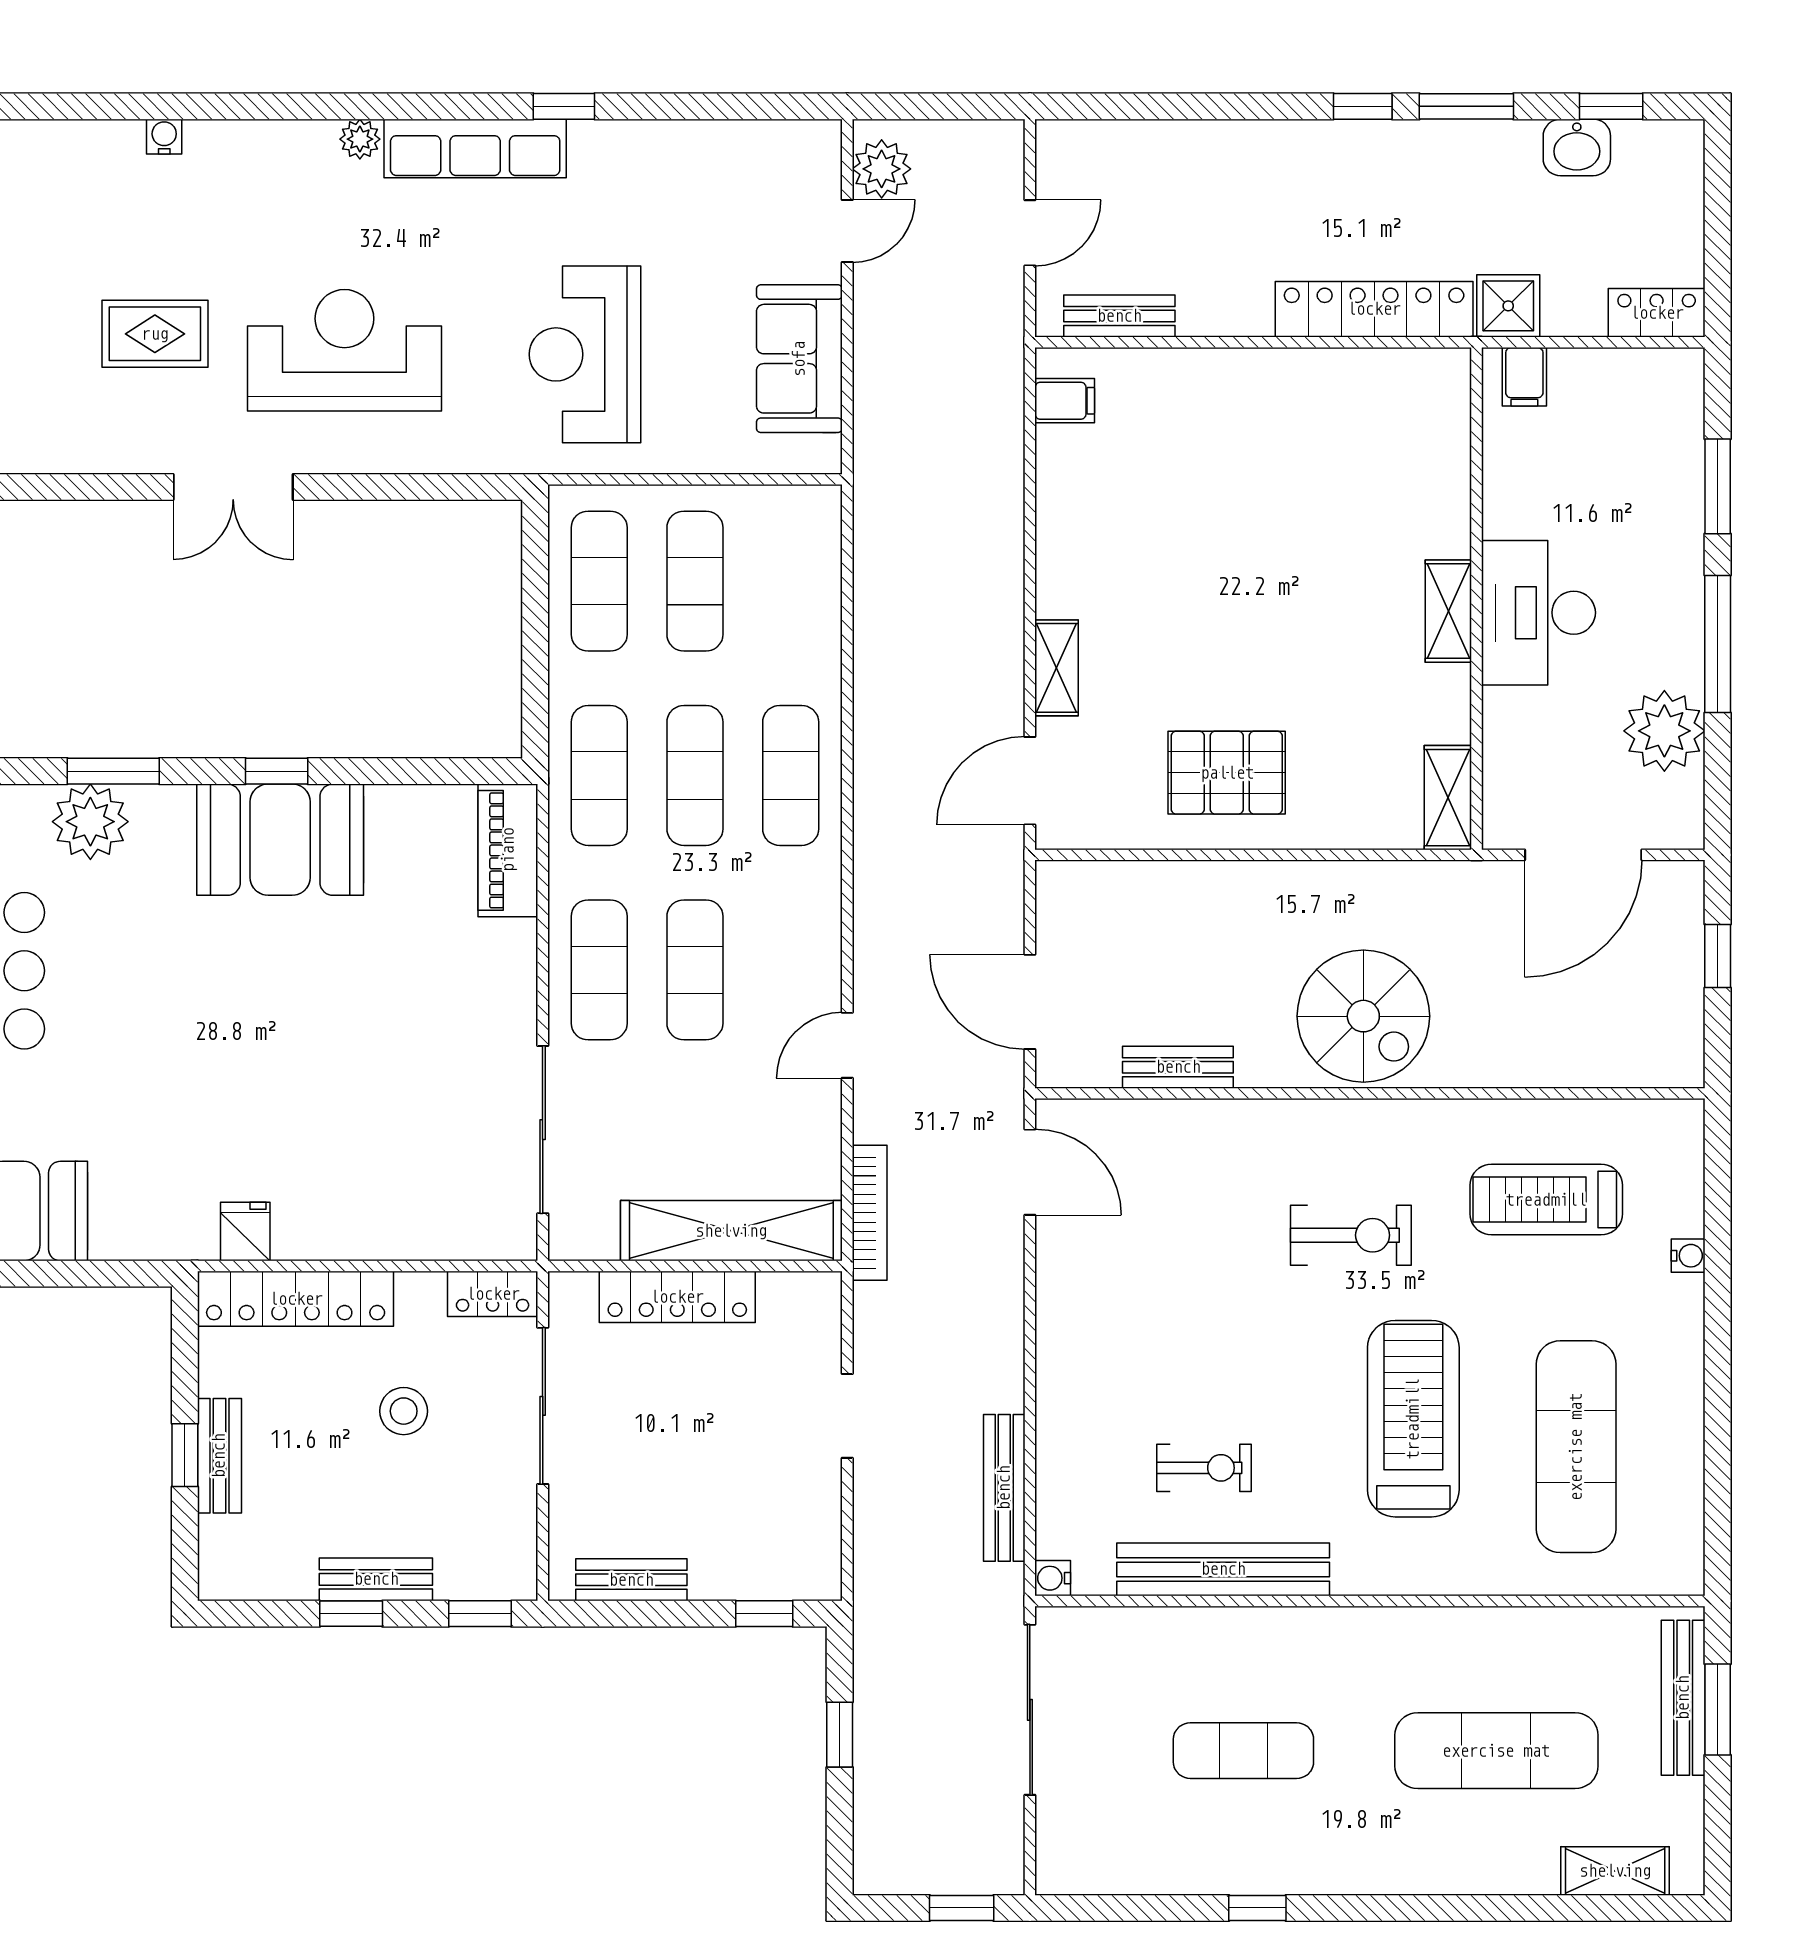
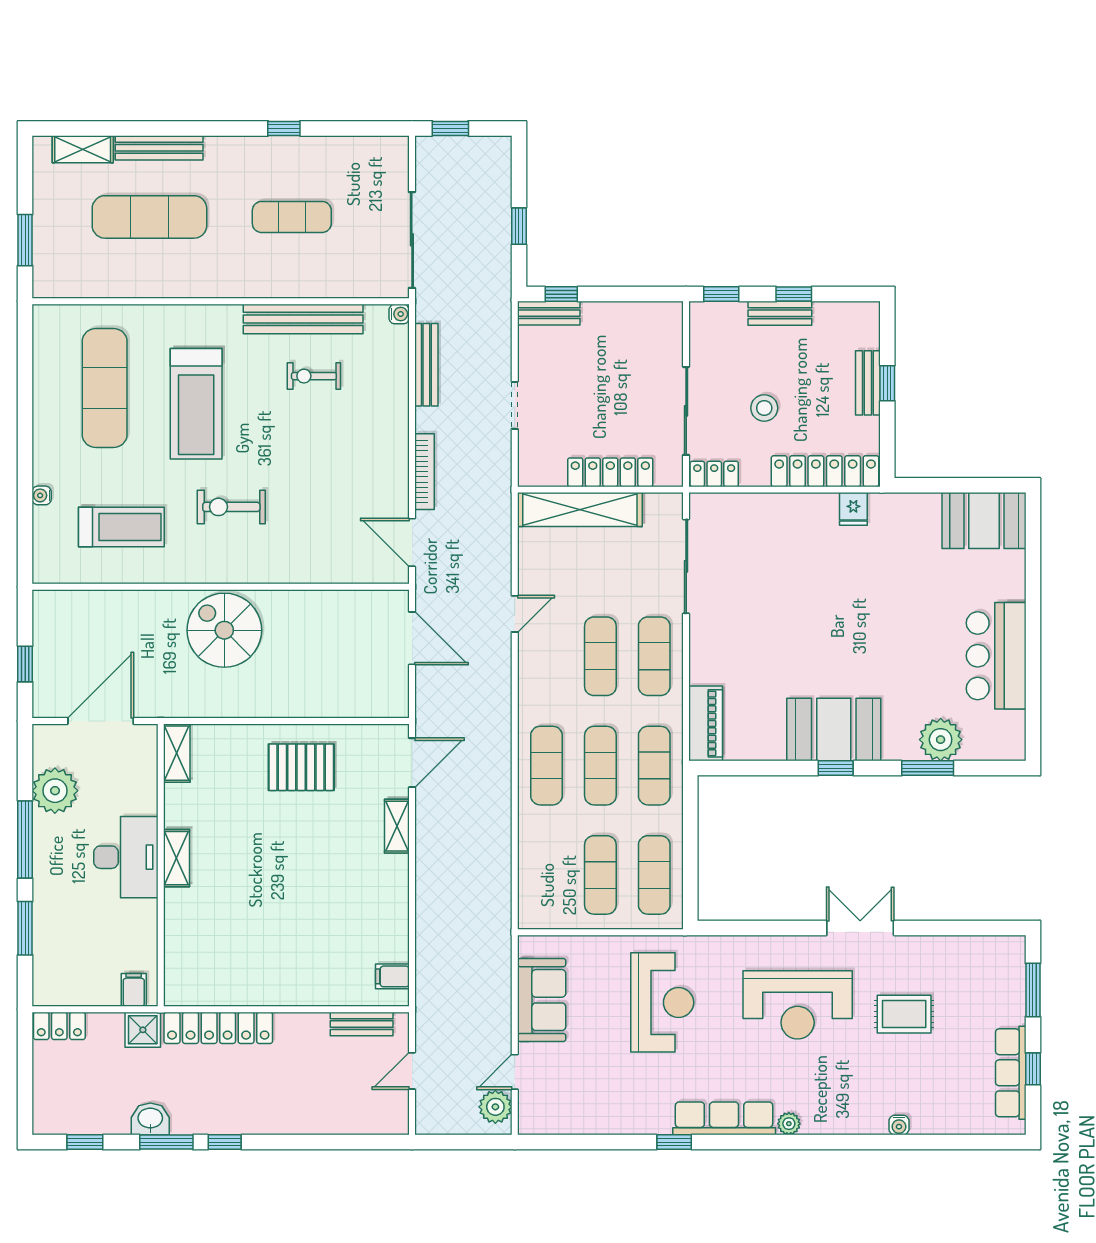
washbasin: (1577, 147) -> (150, 1119), moved
bench: (1178, 1067) -> (329, 601), removed
bookcase: (870, 1213) -> (425, 472), moved, turned 180
bench: (631, 1580) -> (549, 313), moved
bench: (1683, 1698) -> (159, 148), moved, turned 90

